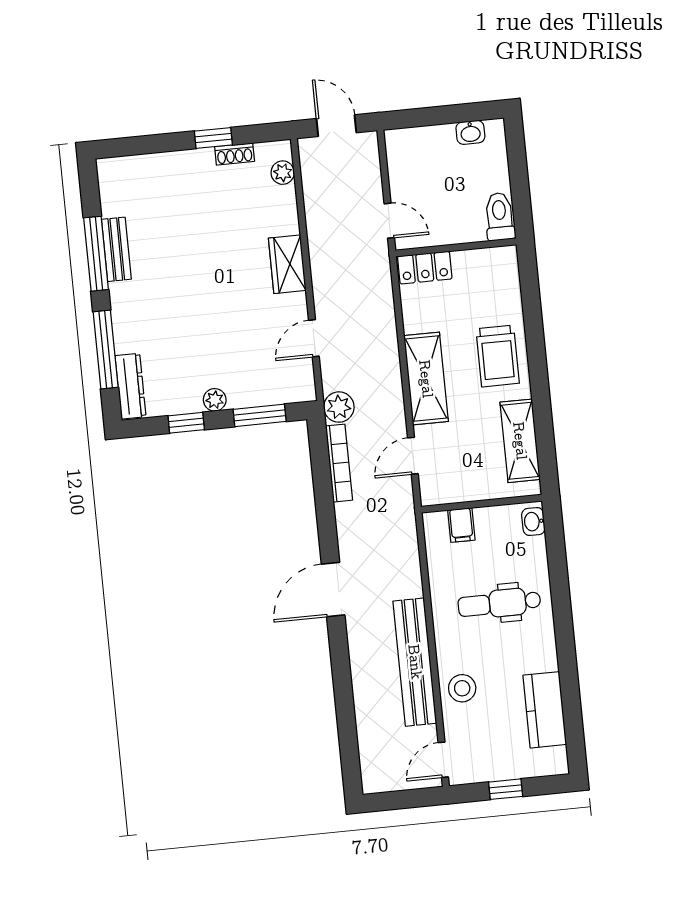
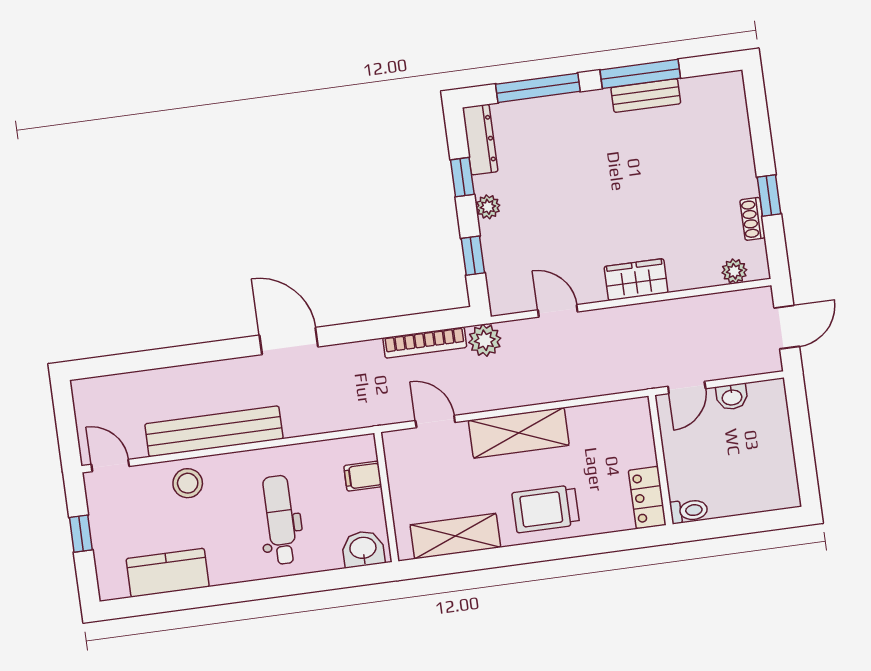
washbasin: (470, 132) -> (732, 397), moved, turned -90
toilet: (500, 217) -> (689, 511), width x0.73, depth x0.72
locker: (425, 268) -> (647, 498), moved
dresser: (131, 386) -> (480, 140), moved, turned -90
window: (260, 415) -> (473, 256), width x0.67
washbasin: (533, 522) -> (363, 549), width x1.38, depth x1.45

